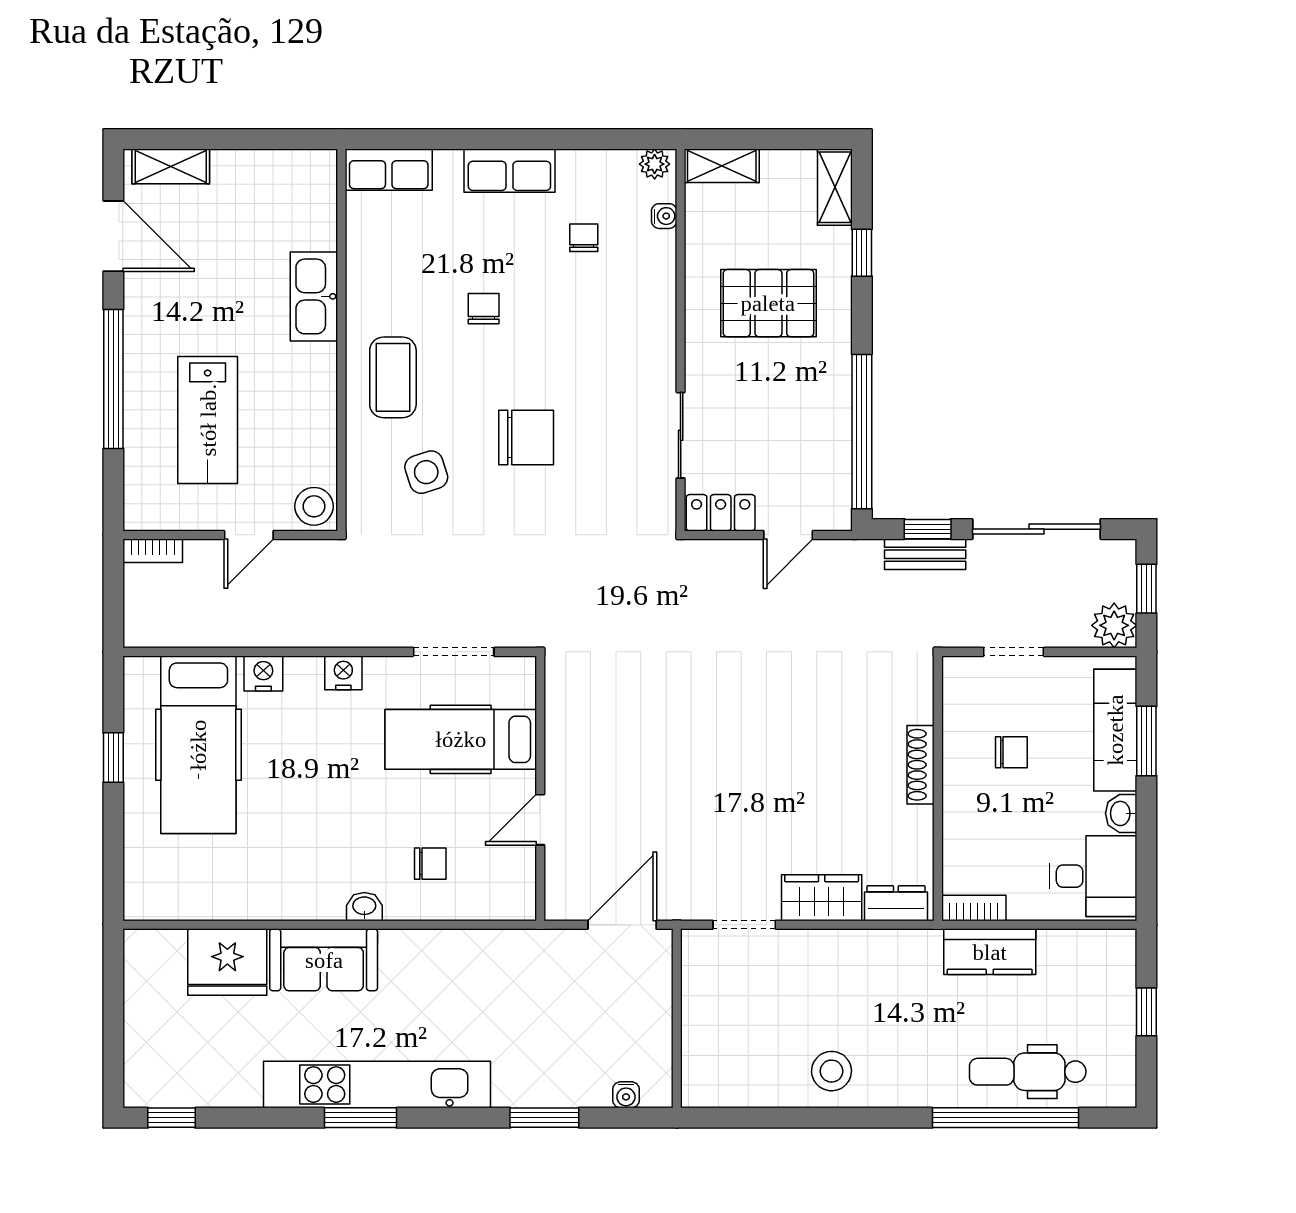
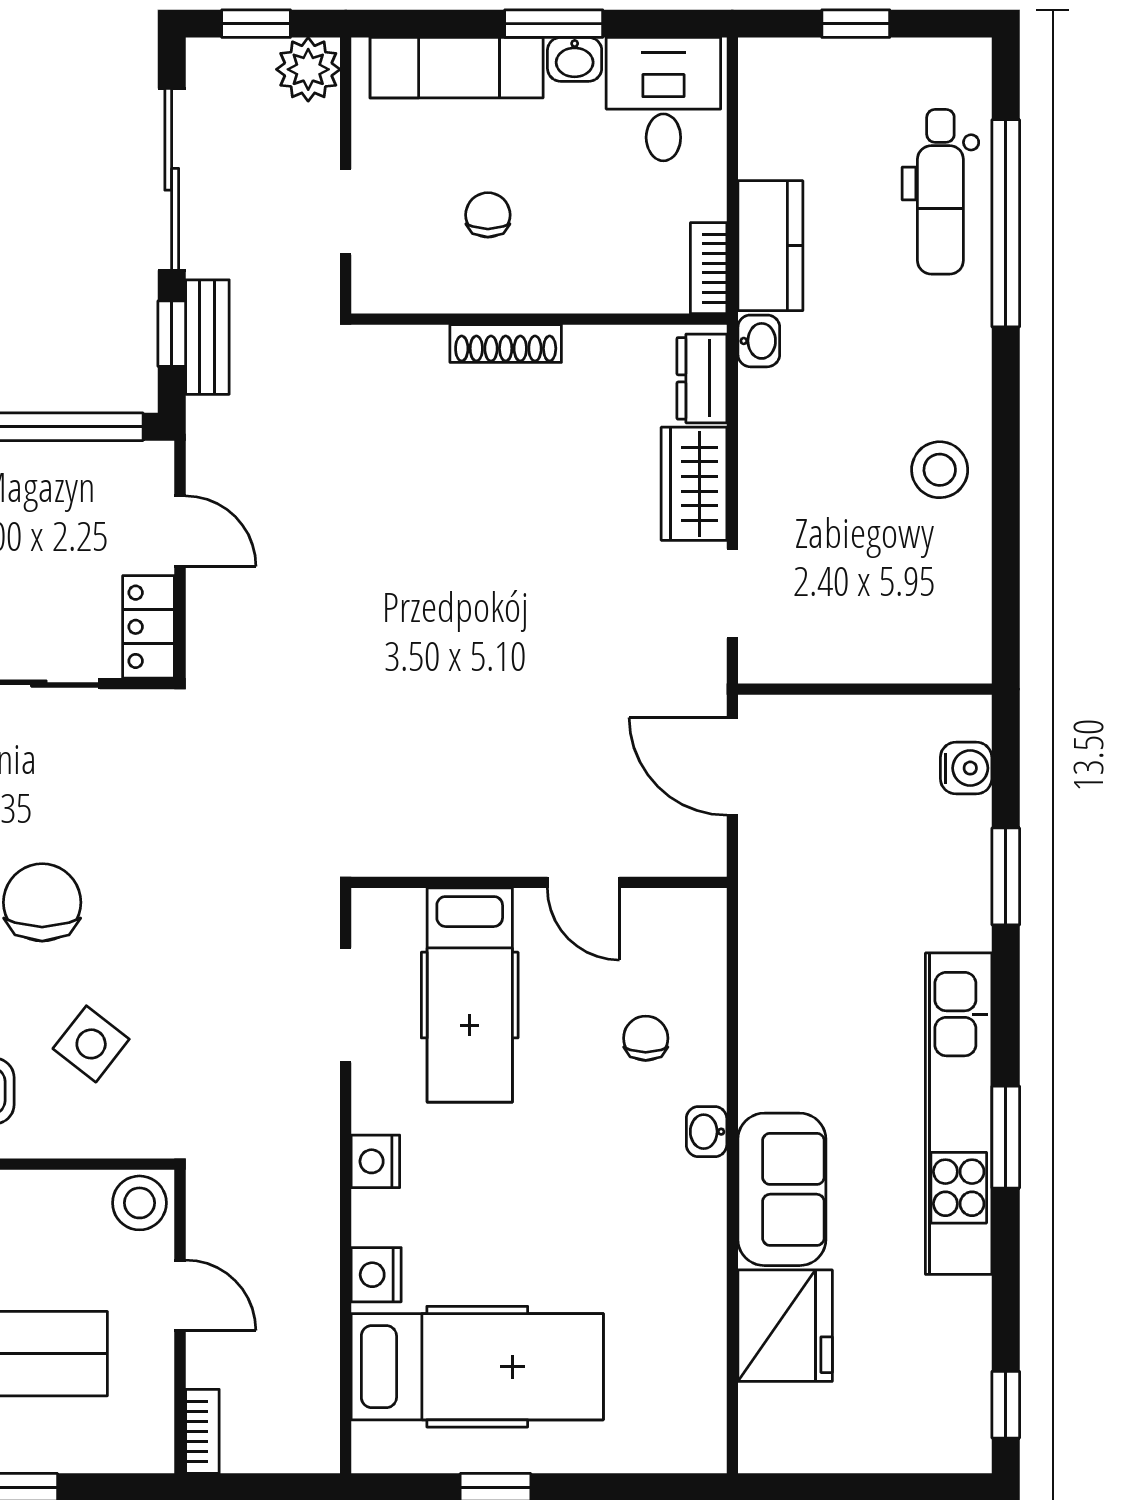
side table: (426, 472) -> (91, 1044), turned -34
window: (1146, 741) -> (554, 24), moved
washbasin: (922, 943) -> (759, 341), added
water cooler: (626, 1095) -> (966, 768), width x1.38, depth x1.38

